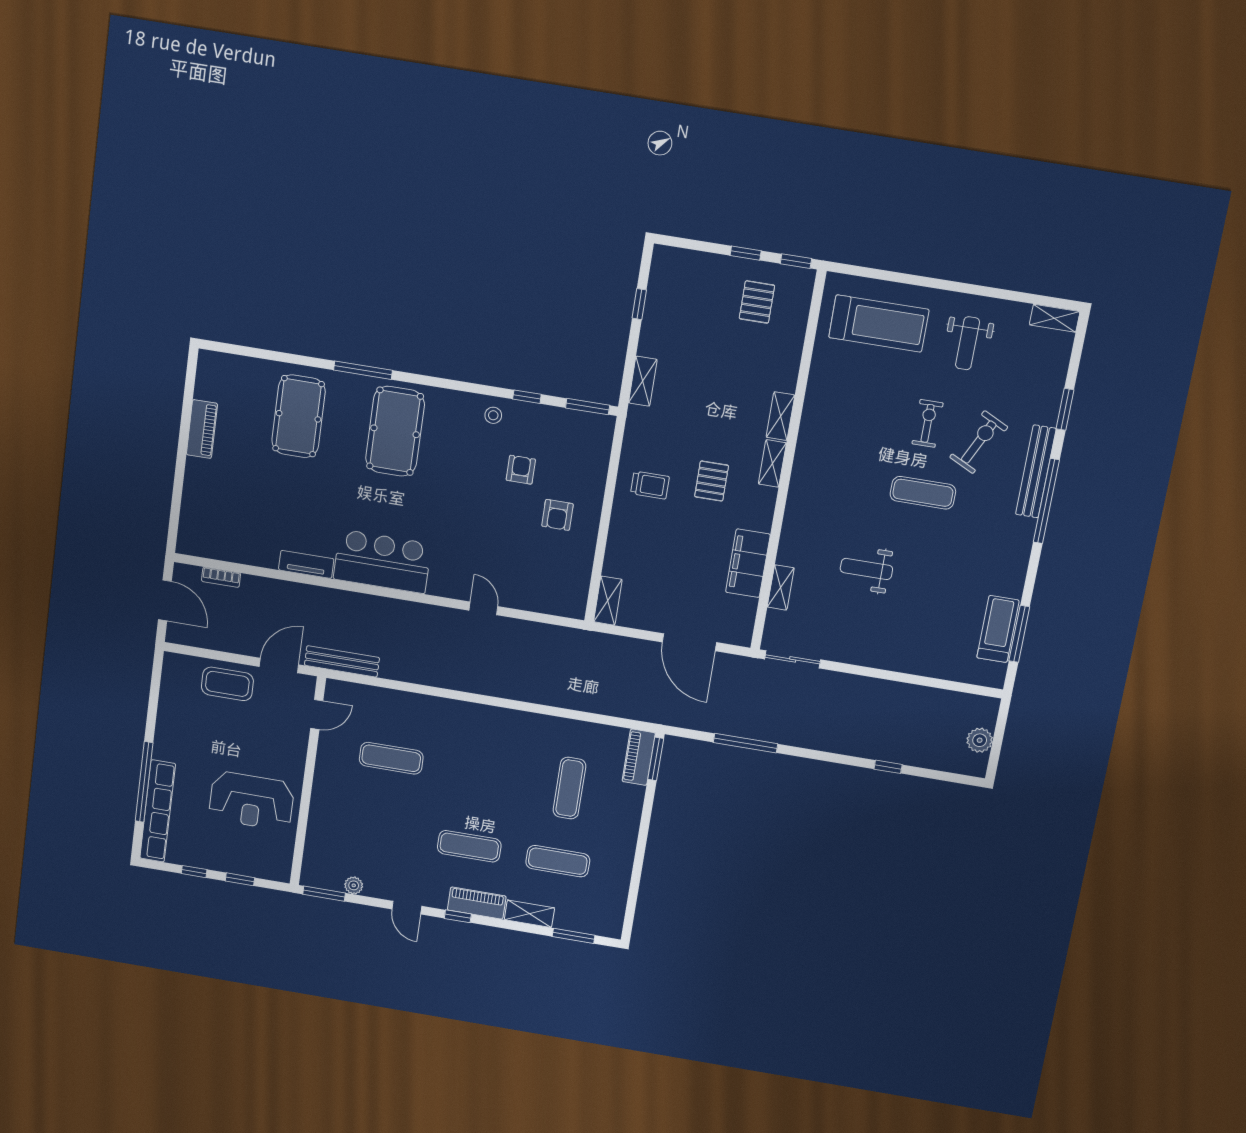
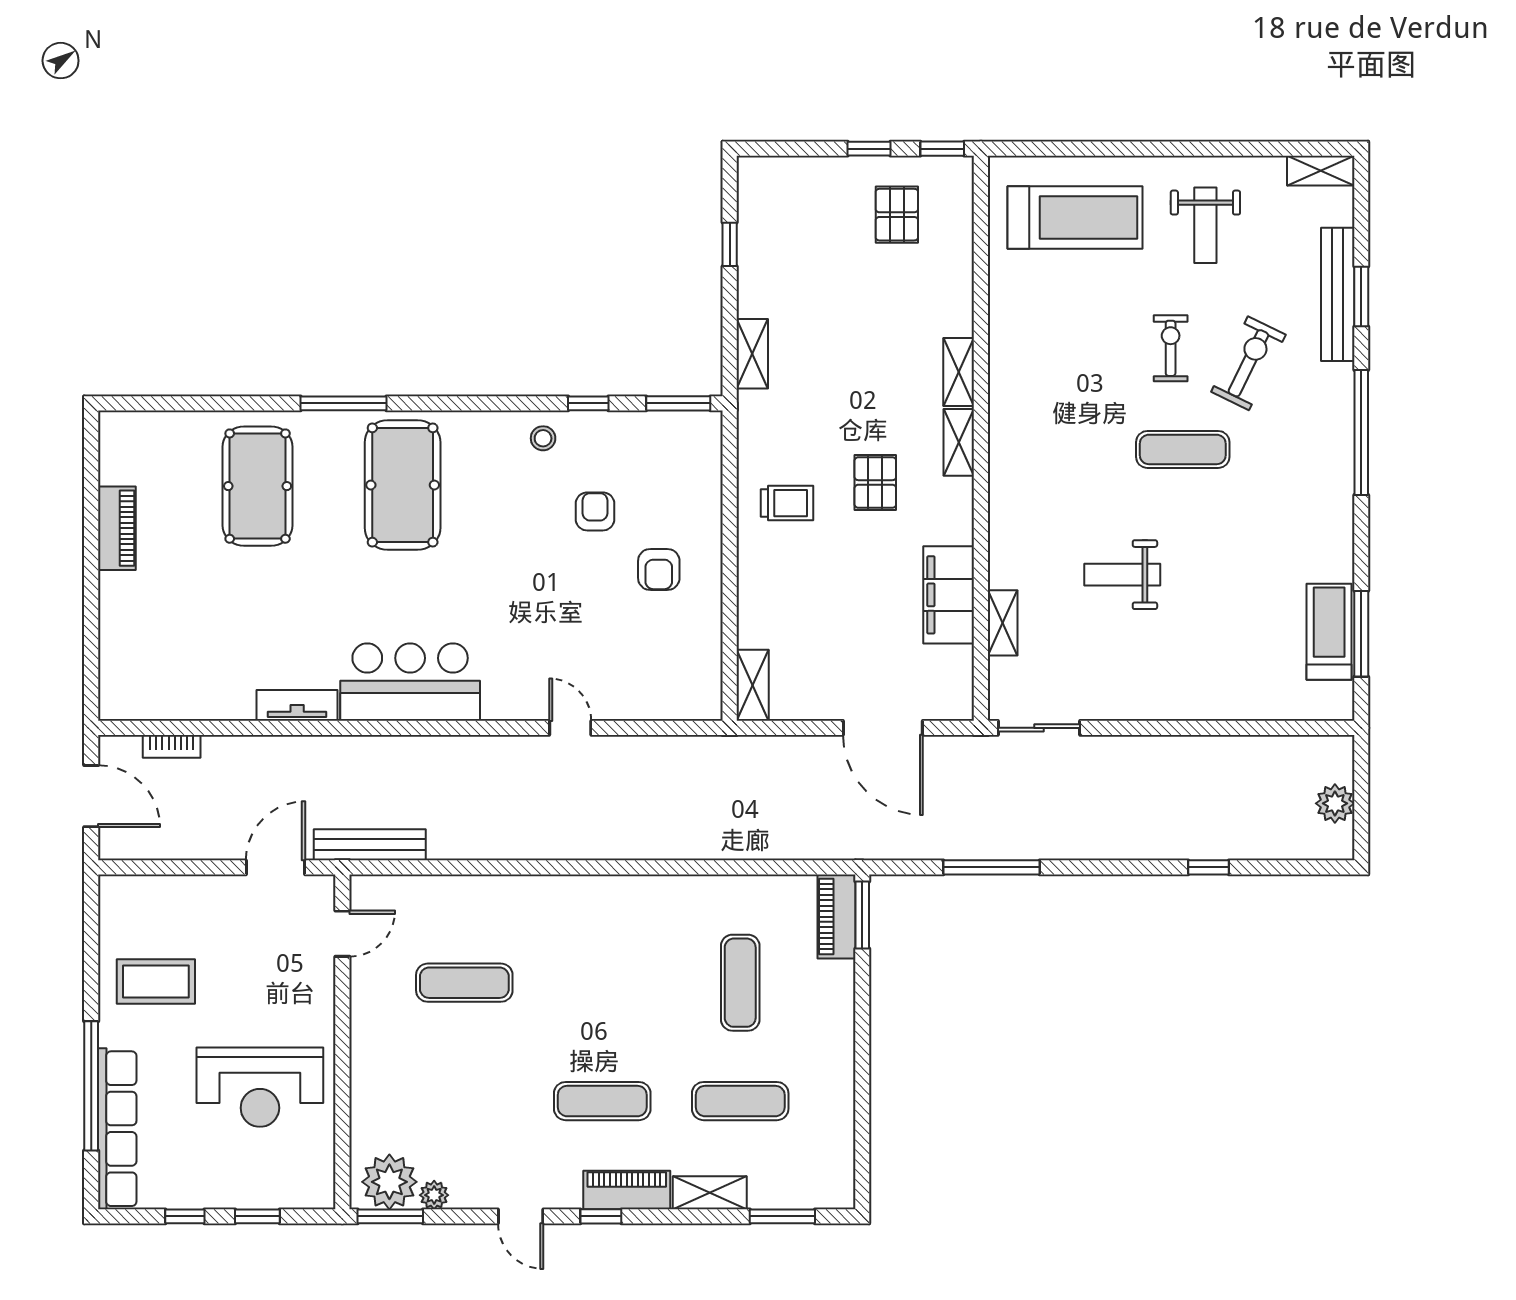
bench: (1036, 471) -> (1338, 294), moved
coffee table: (227, 684) -> (156, 981), moved
plant: (326, 873) -> (389, 1182), added

